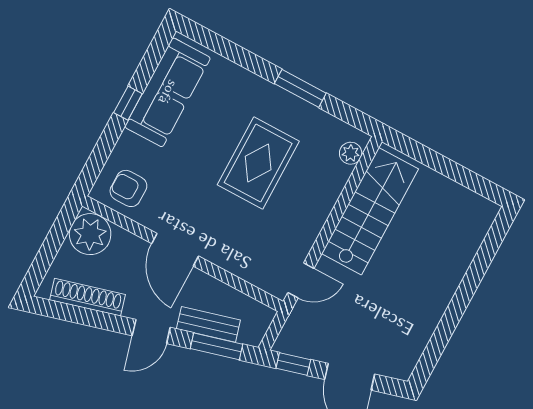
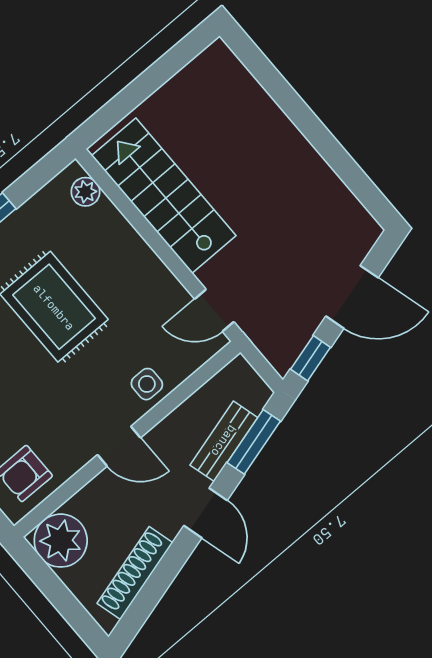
door: (175, 250) -> (119, 446), width x0.73
side table: (228, 252) -> (147, 384), added
door: (301, 280) -> (214, 310), swing flipped

